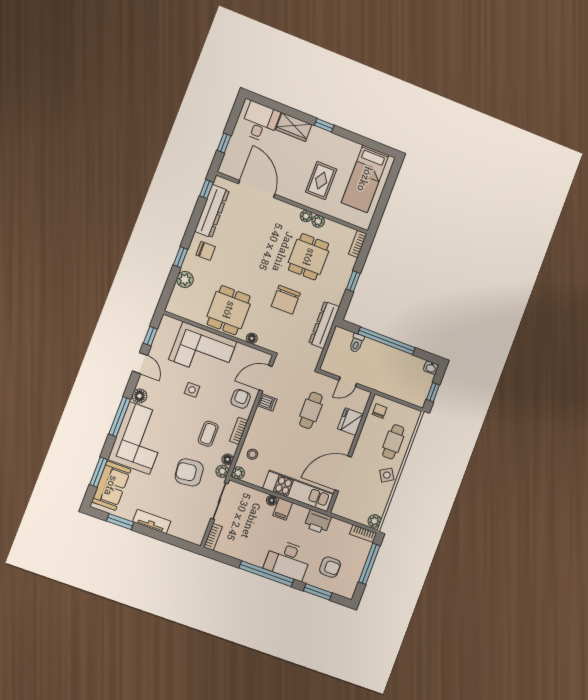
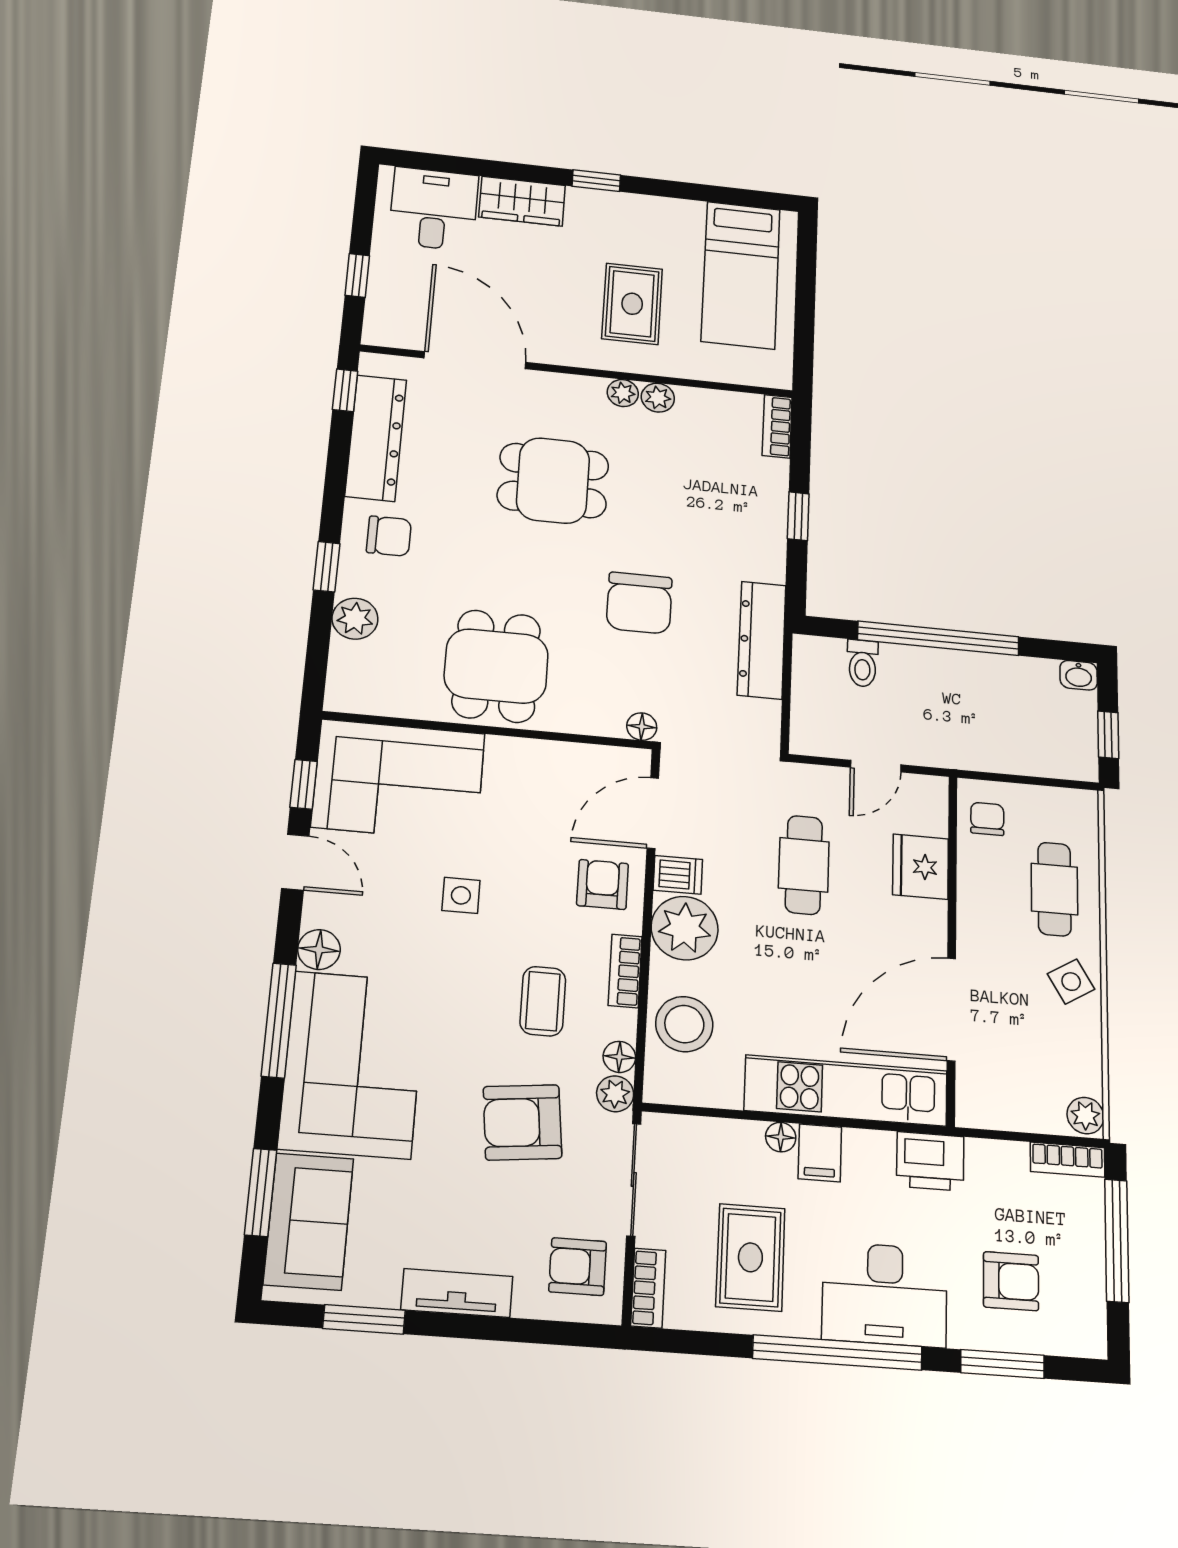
dining table: (309, 257) -> (553, 481), moved, turned 90
floor lamp: (252, 338) -> (642, 727), moved
corner sofa: (203, 351) -> (399, 780), moved
stool: (252, 454) -> (684, 1024), width x1.89, depth x1.89
plant: (238, 473) -> (685, 928), moved, width x1.87, depth x1.87
armchair: (193, 524) -> (578, 1267), added
rug: (249, 536) -> (750, 1257), added

